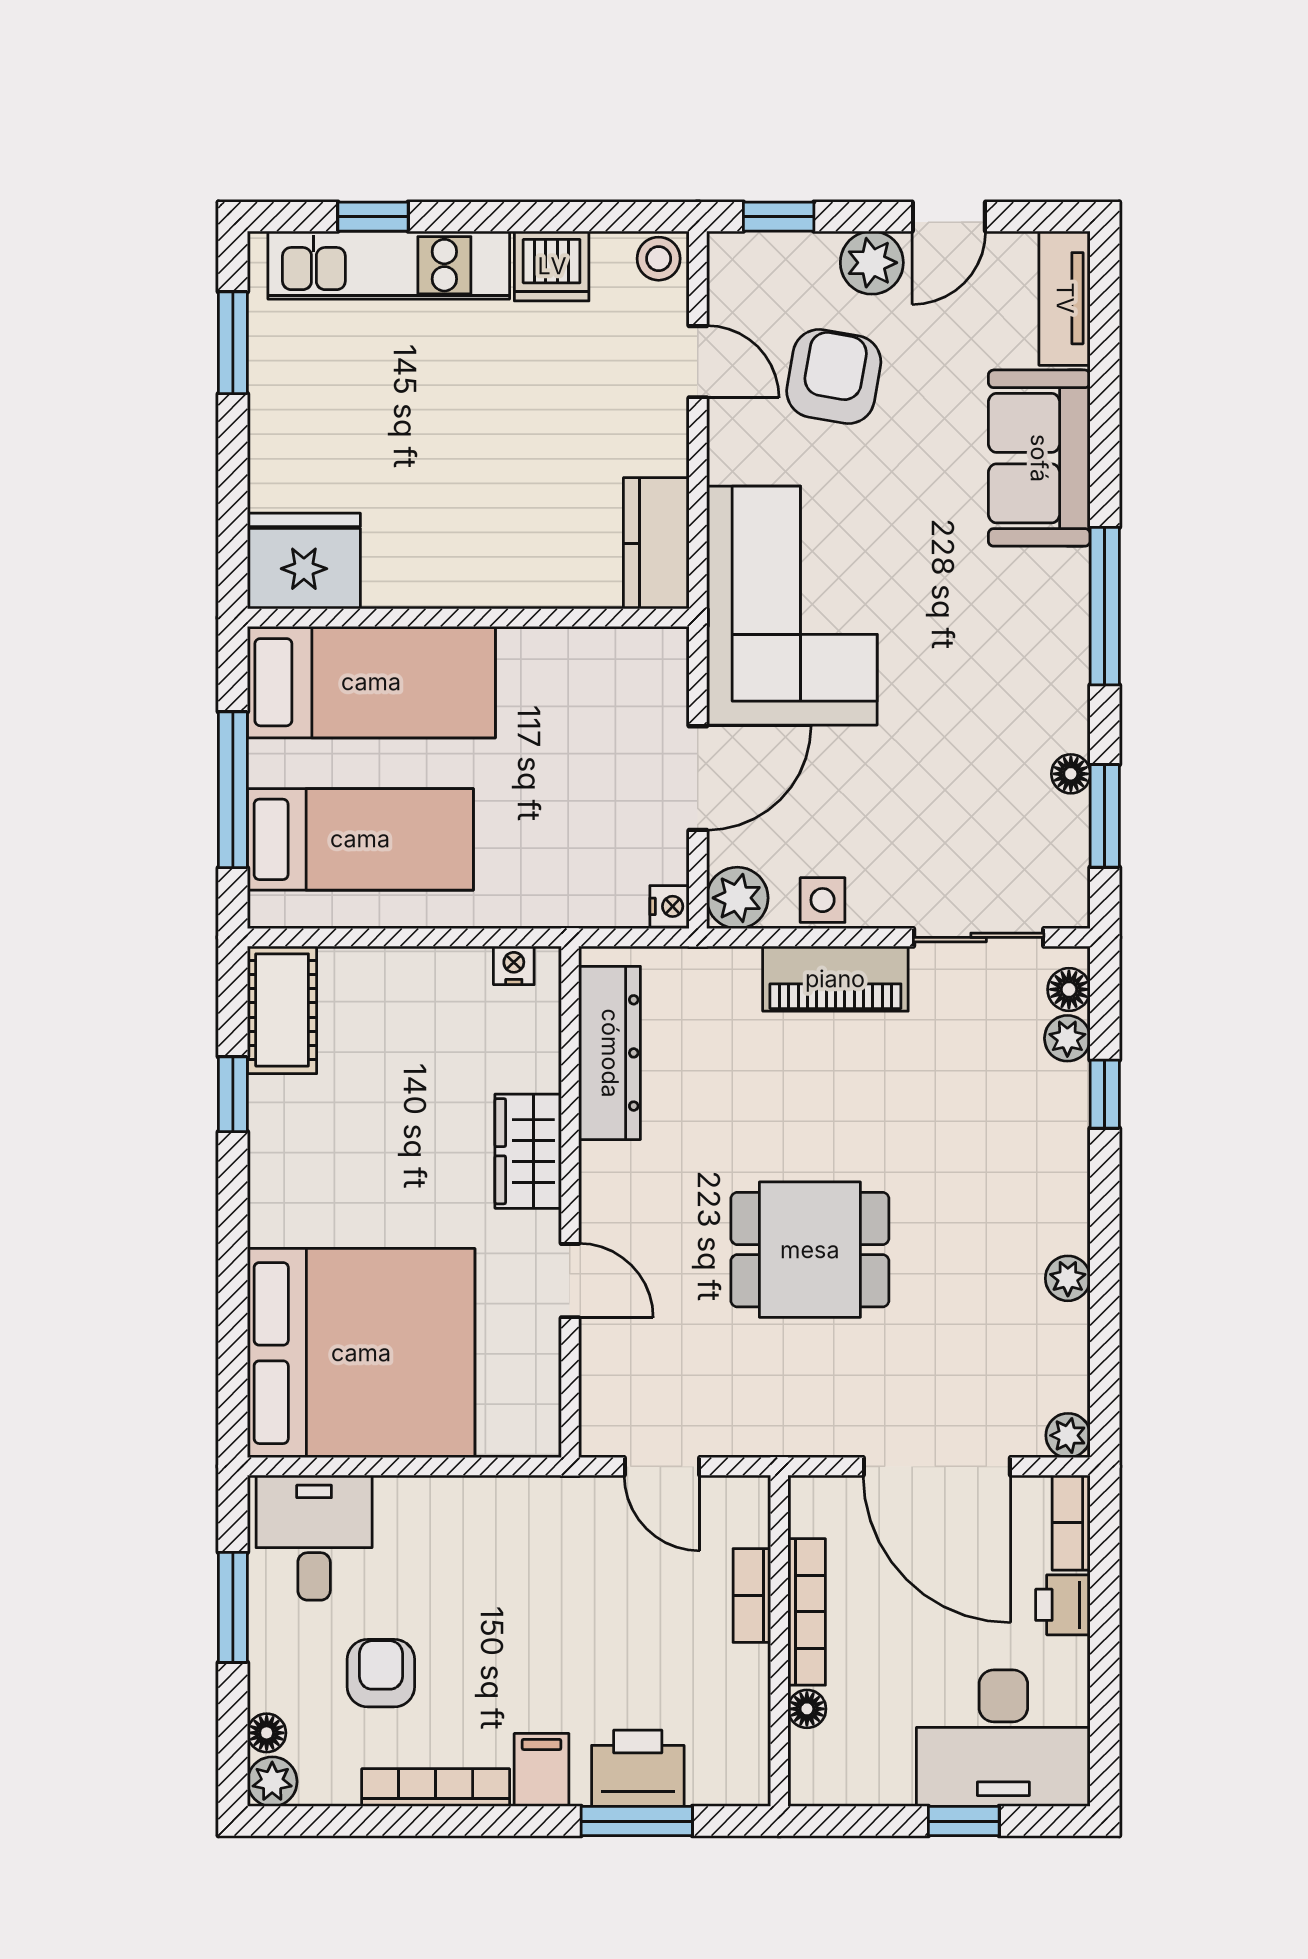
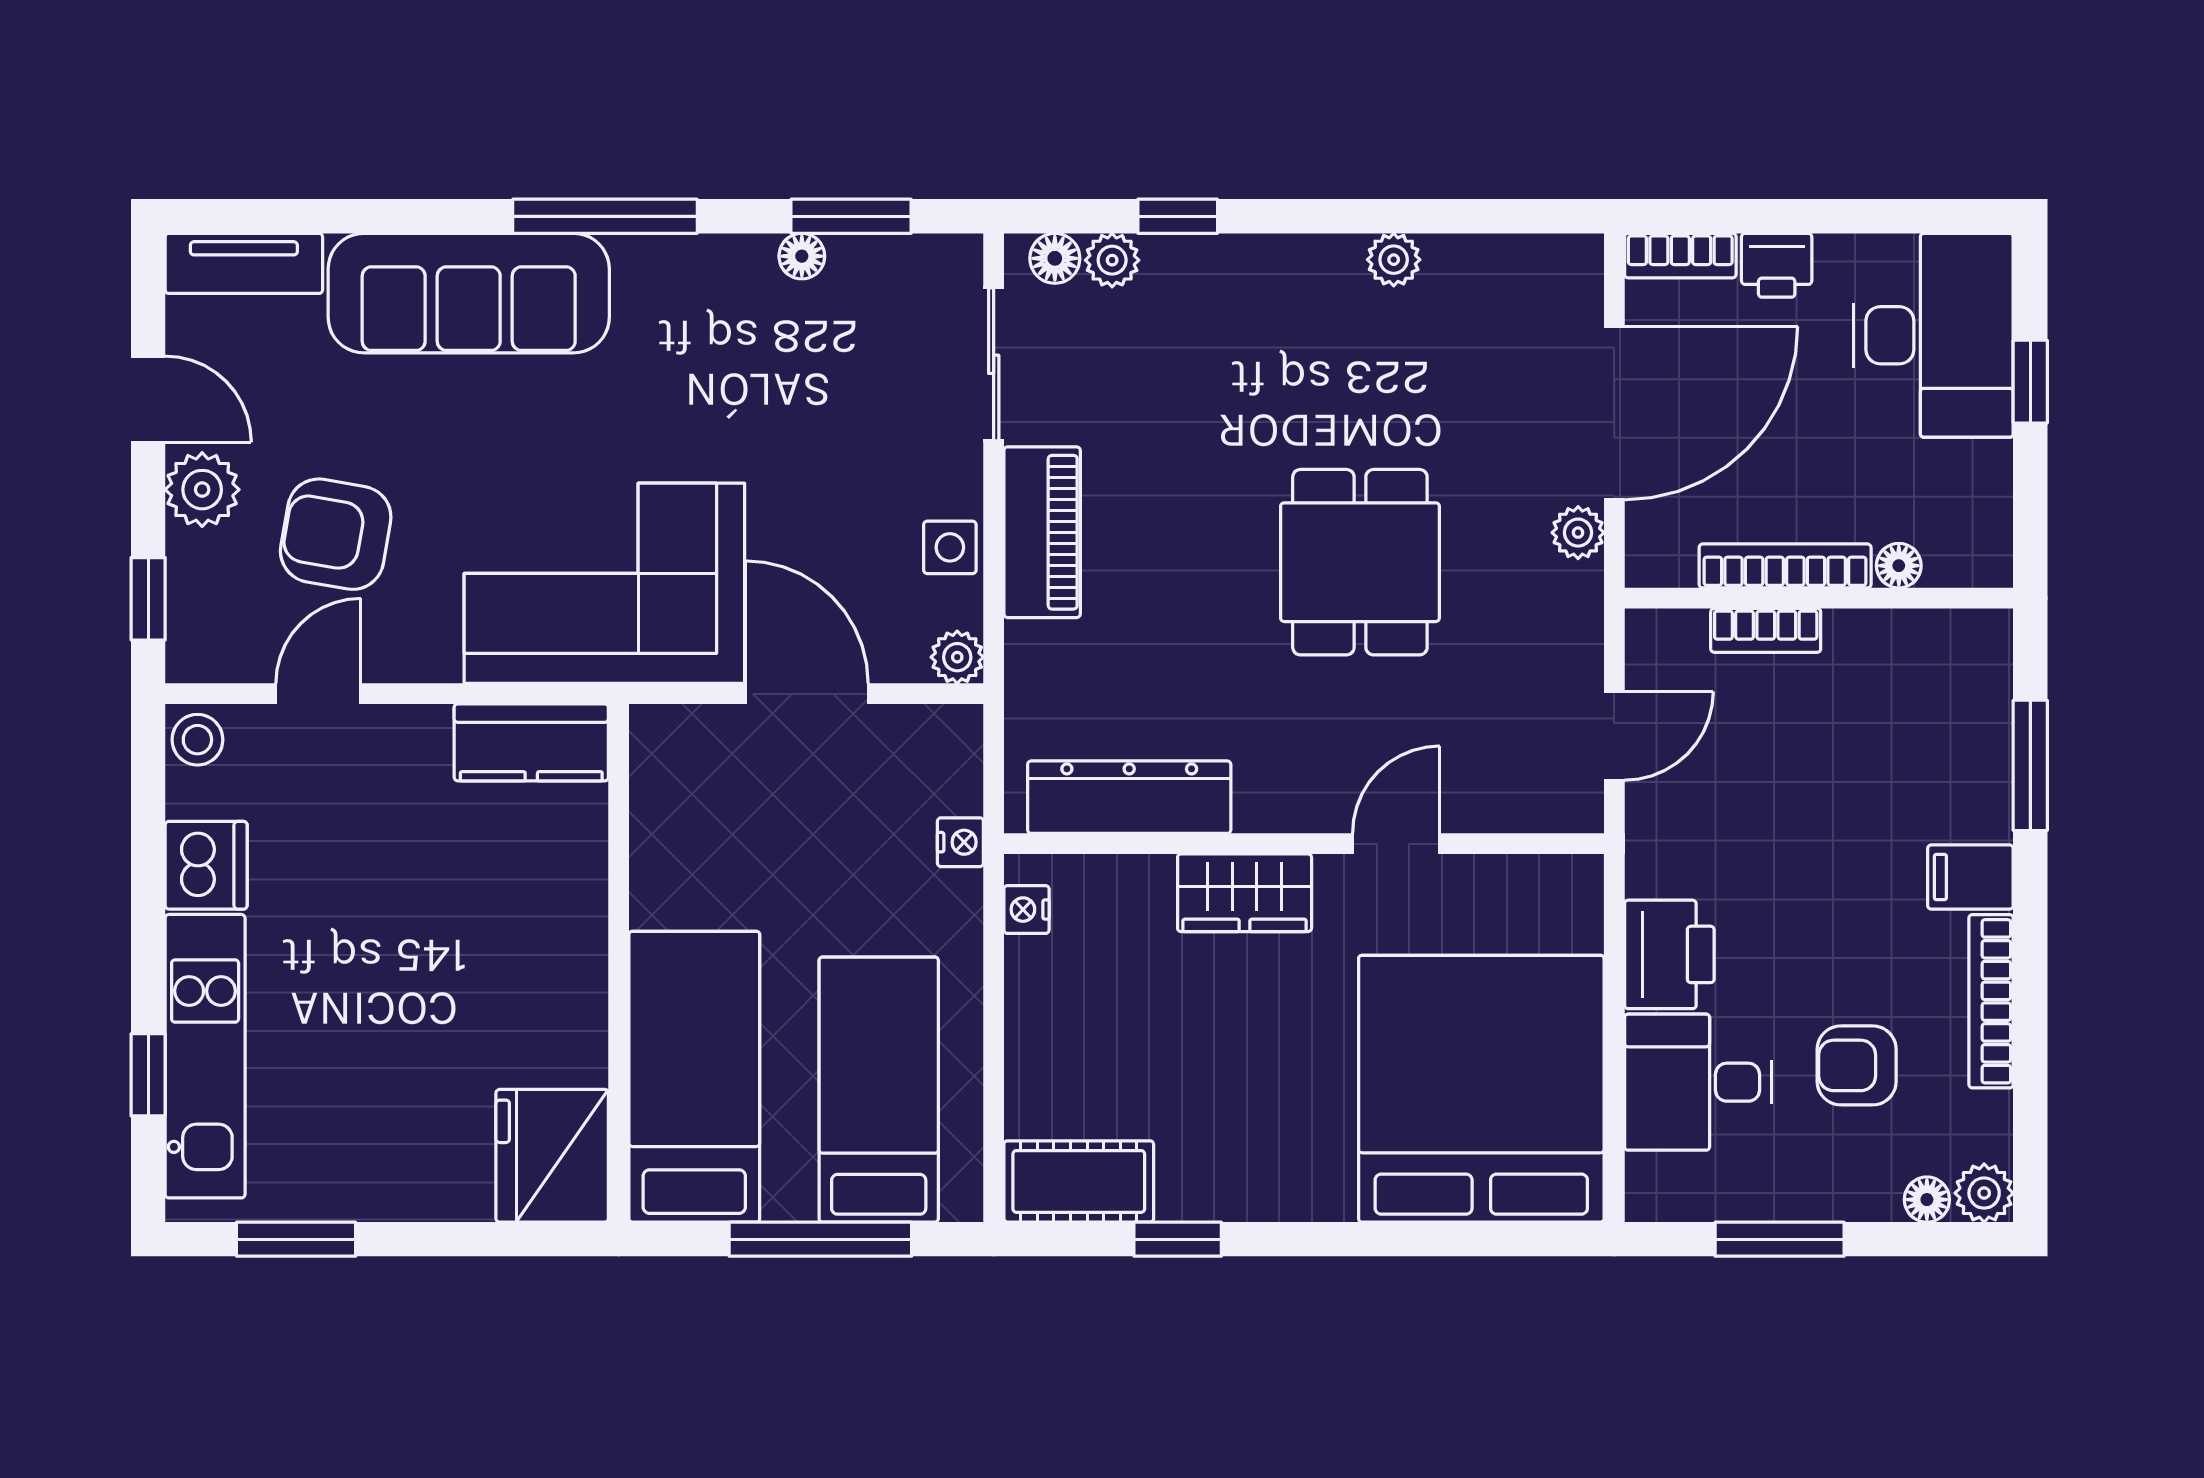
sofa: (1039, 458) -> (469, 293), width x1.36
plant: (737, 898) -> (957, 657), width x0.73, depth x0.73
nightstand: (670, 906) -> (960, 842), moved, turned 90
plant: (1068, 1435) -> (1578, 533), moved
desk: (314, 1538) -> (1698, 1082), moved
printer: (638, 1768) -> (1669, 954), moved, turned 180

